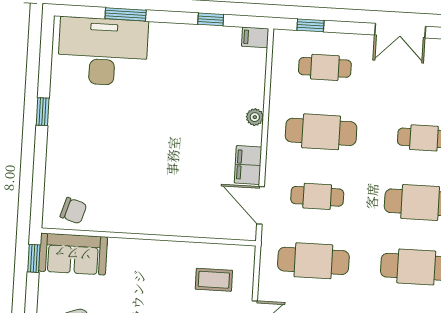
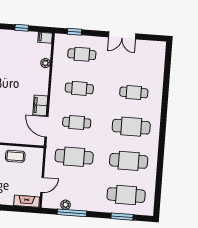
plant: (255, 117) -> (45, 63), moved
cafe table: (321, 132) -> (79, 88), width x0.73, depth x0.74
coffee table: (214, 280) -> (15, 156), moved

